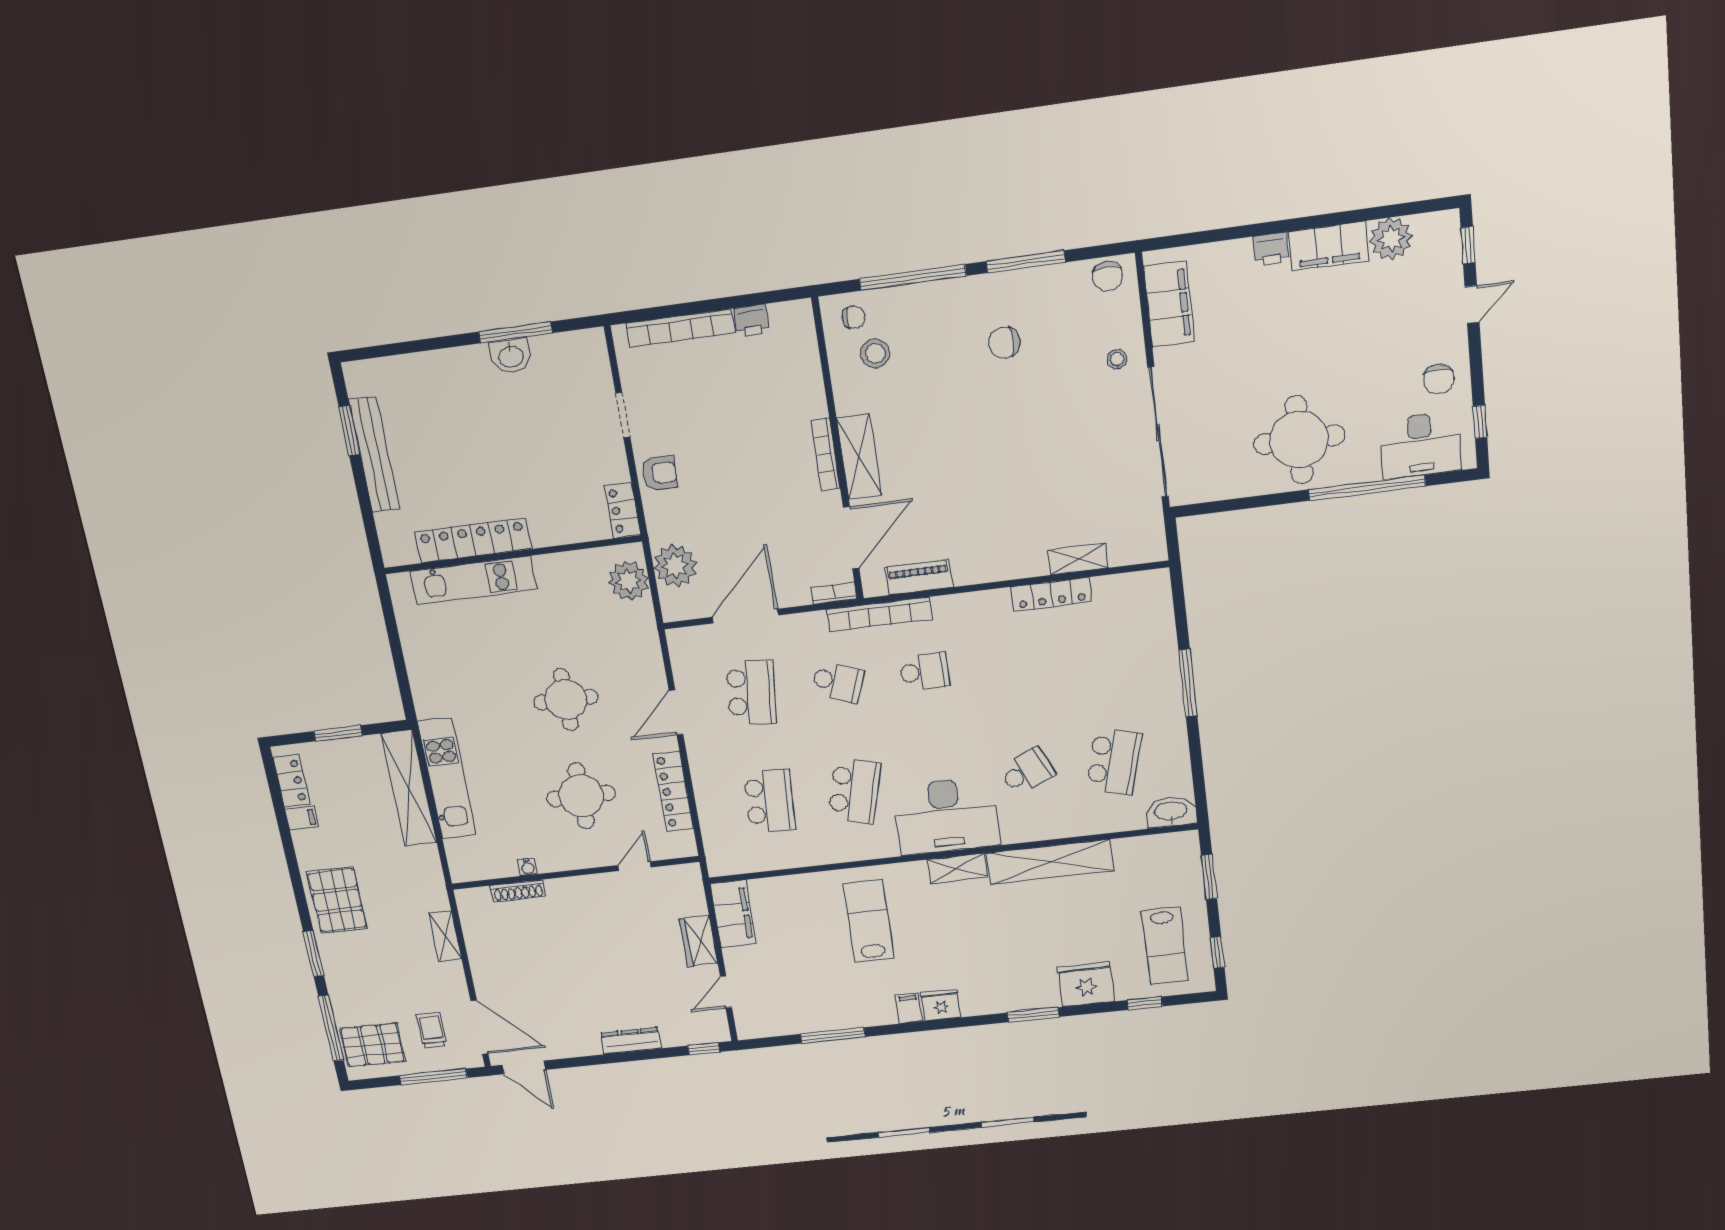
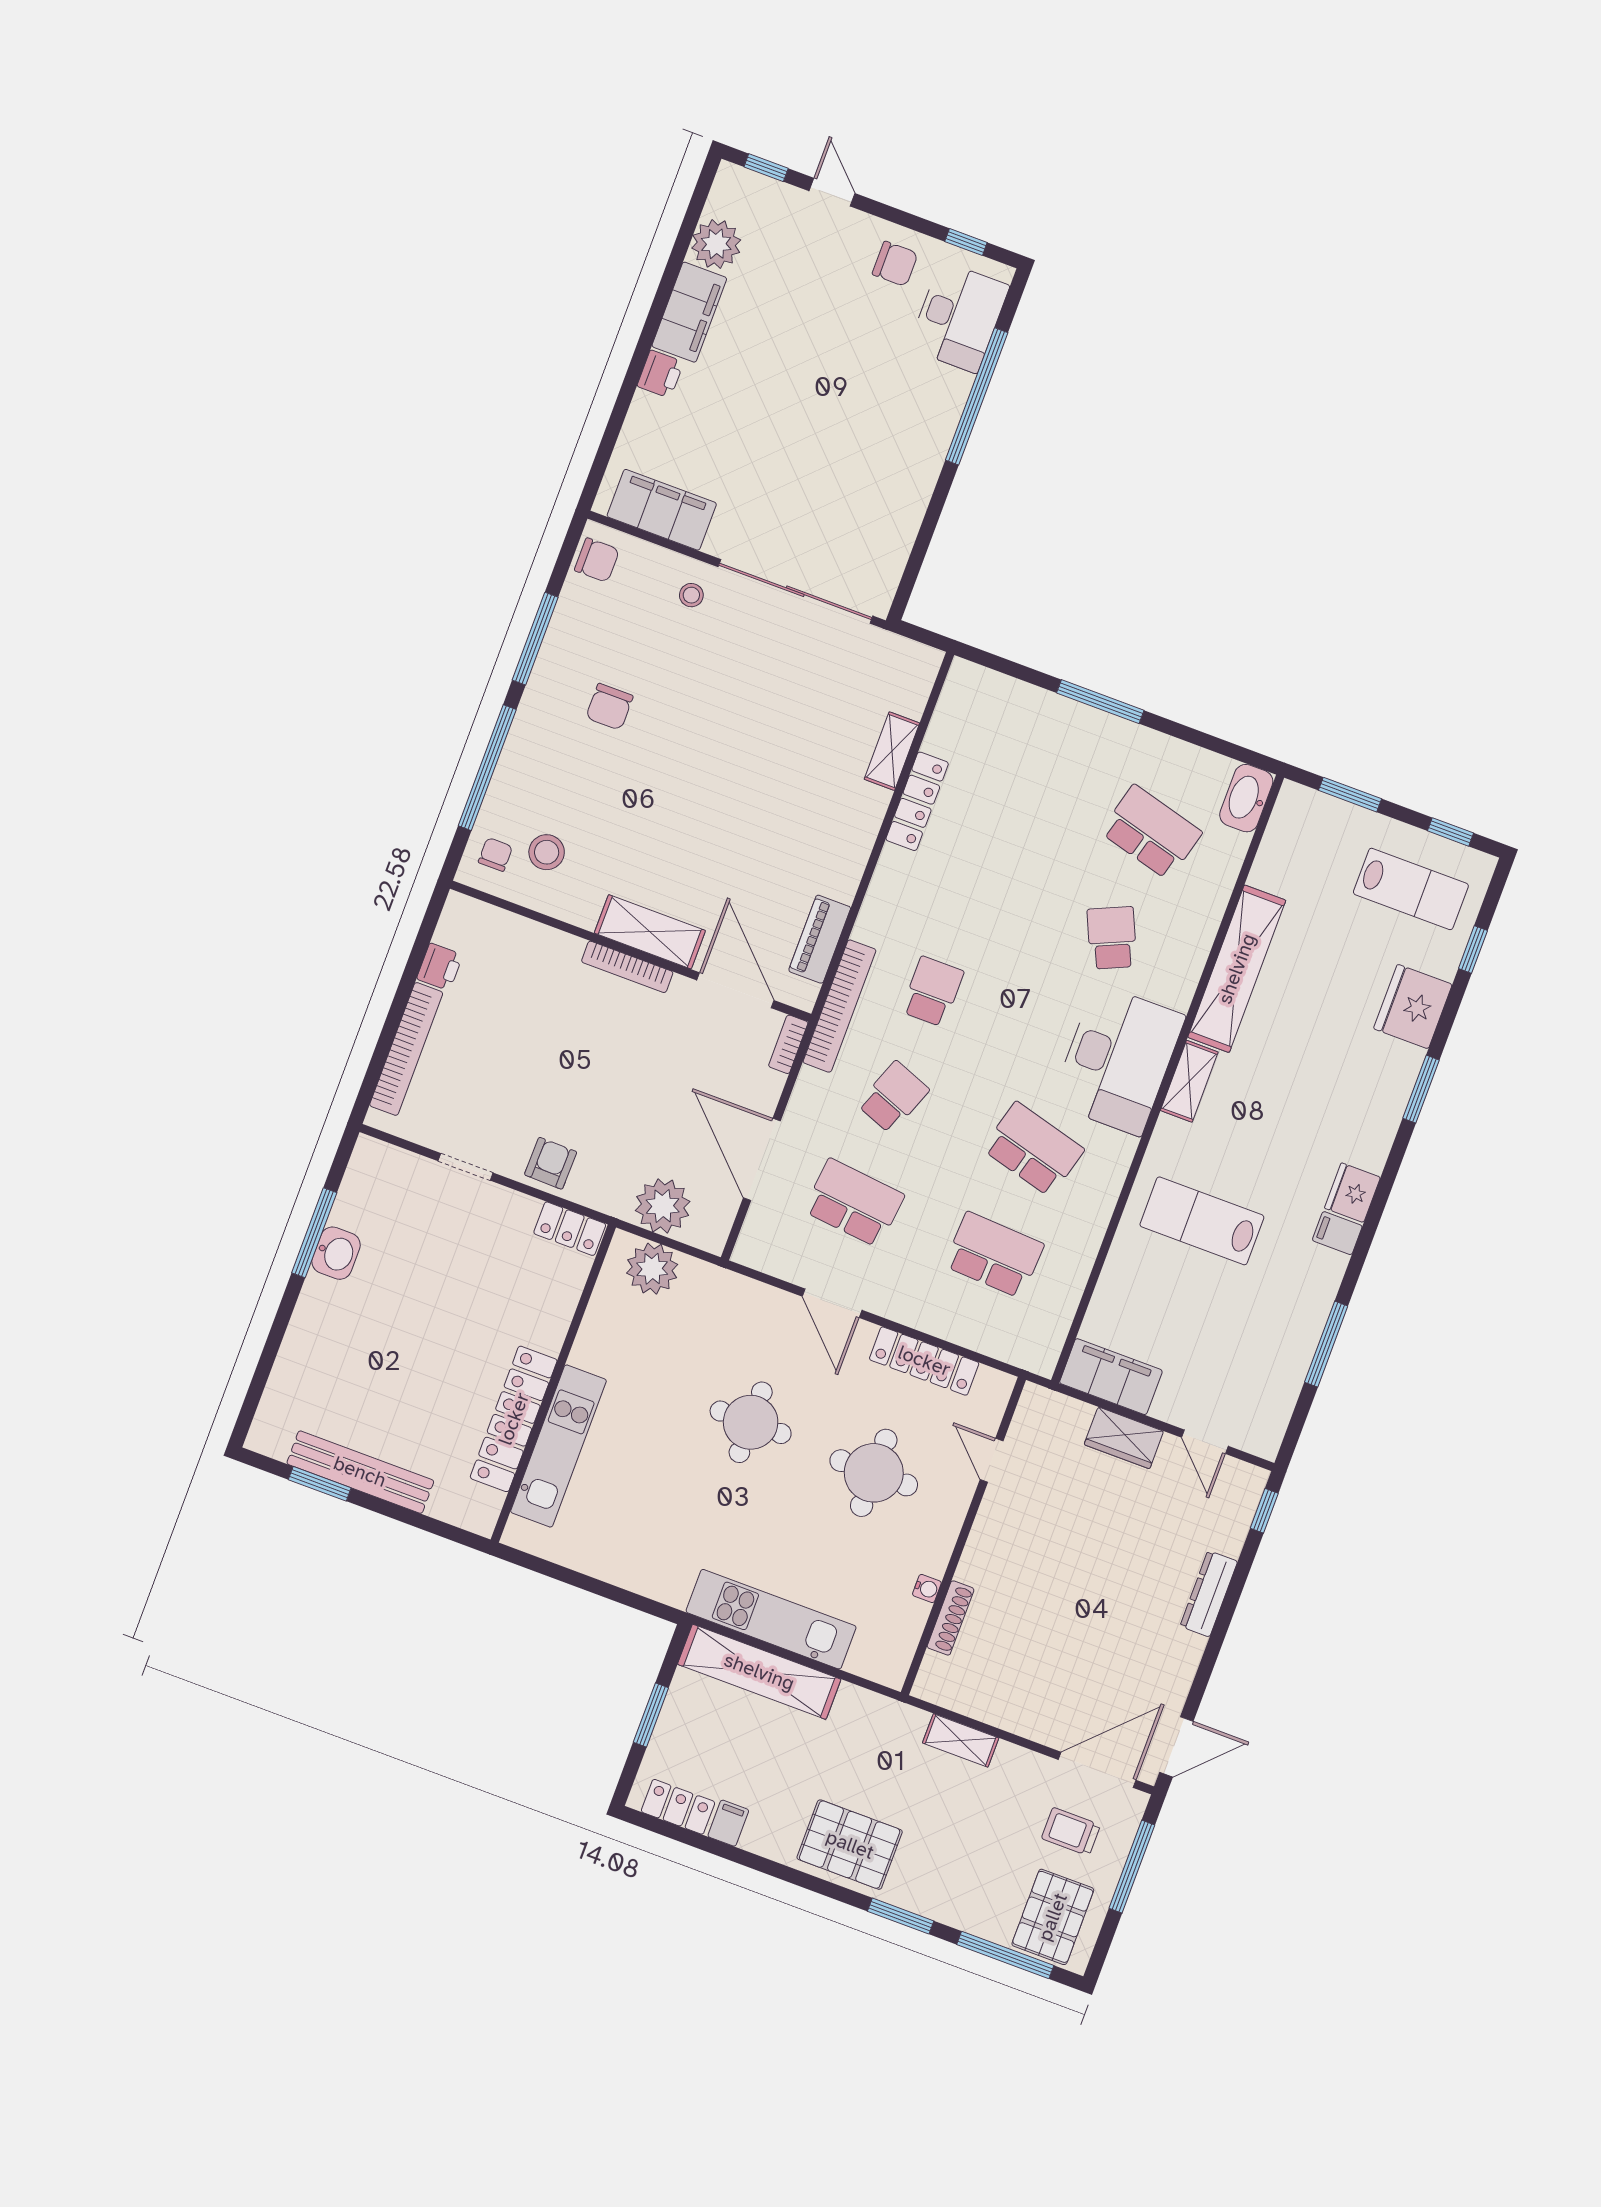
round table: (1299, 440) -> (884, 444), removed

